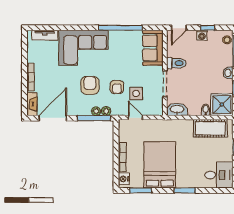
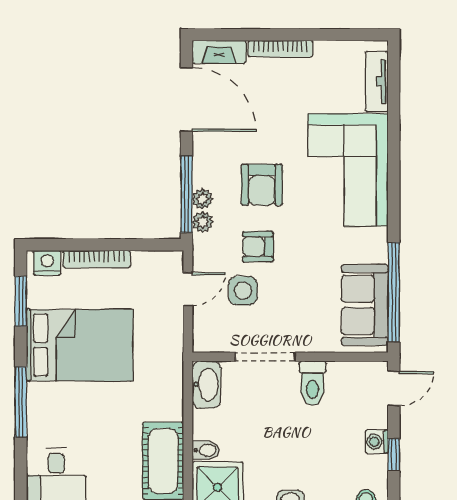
window: (120, 28) -> (394, 292), moved
door: (179, 28) -> (394, 389), swing flipped
sofa: (153, 48) -> (365, 305), moved, turned -90
armchair: (90, 85) -> (262, 185), turned 90
window: (185, 190) -> (21, 402), width x1.44

